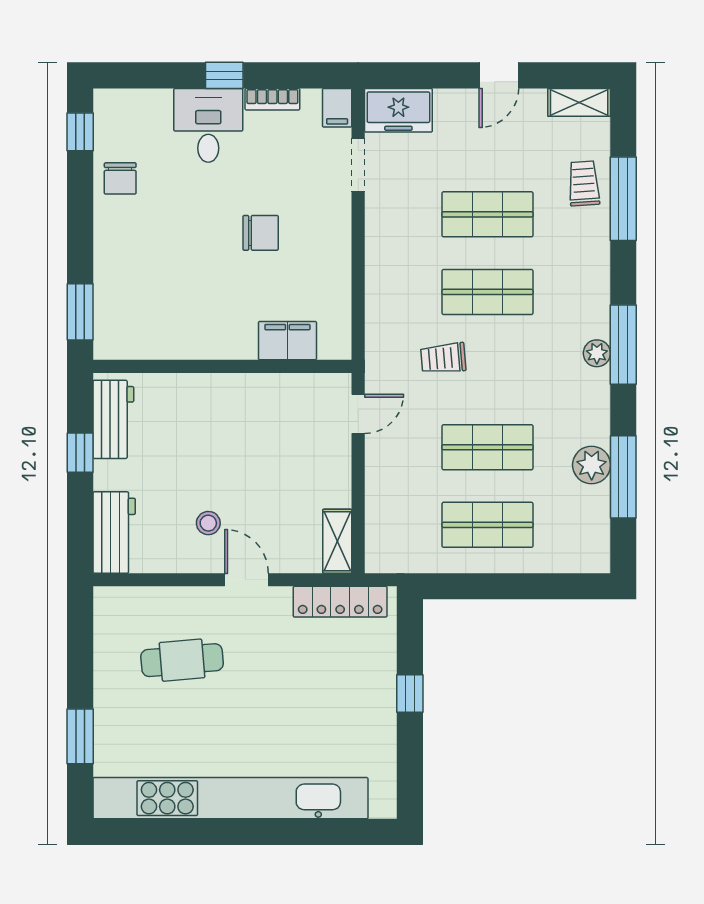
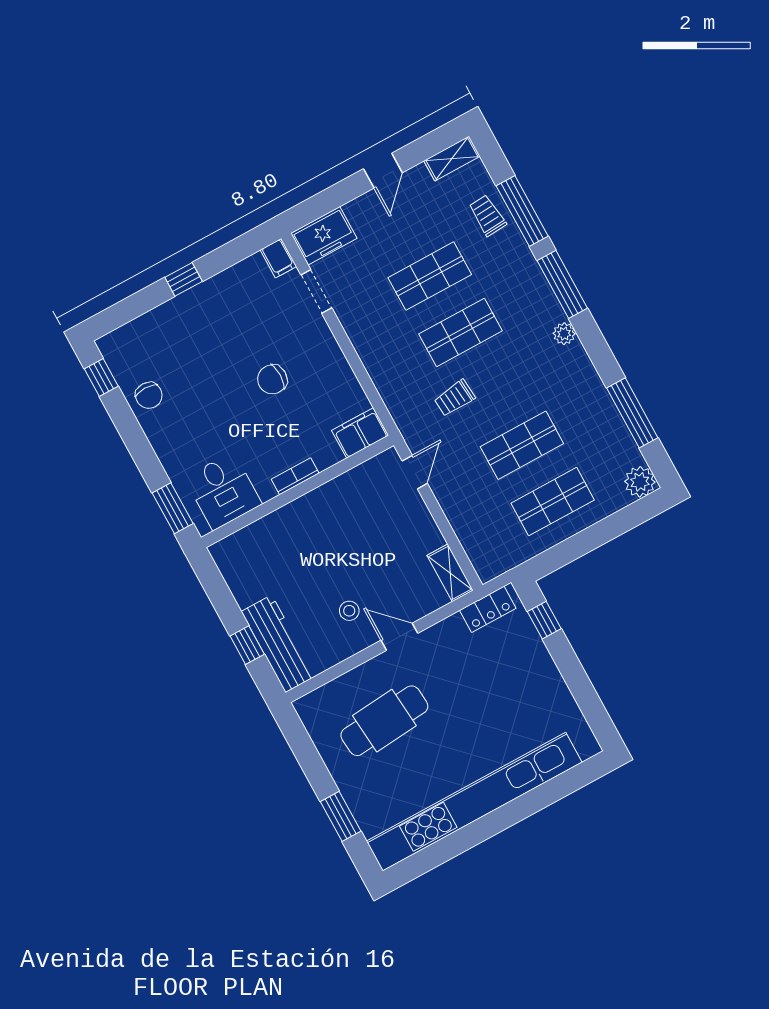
bookcase: (272, 99) -> (295, 476), moved, turned 180
desk: (208, 125) -> (223, 491), moved, turned 180
chair: (261, 233) -> (272, 379), turned 180
filing cabinet: (287, 341) -> (360, 433), moved
window: (623, 345) -> (562, 284), moved
workbench: (113, 419) -> (239, 573), removed
window: (80, 453) -> (247, 645), moved
plant: (592, 465) -> (640, 482), moved
workbench: (114, 532) -> (279, 644), width x1.38
locker: (340, 602) -> (488, 609), width x0.66
cafe table: (182, 660) -> (384, 721), width x1.37, depth x1.35
window: (410, 694) -> (544, 620), moved

